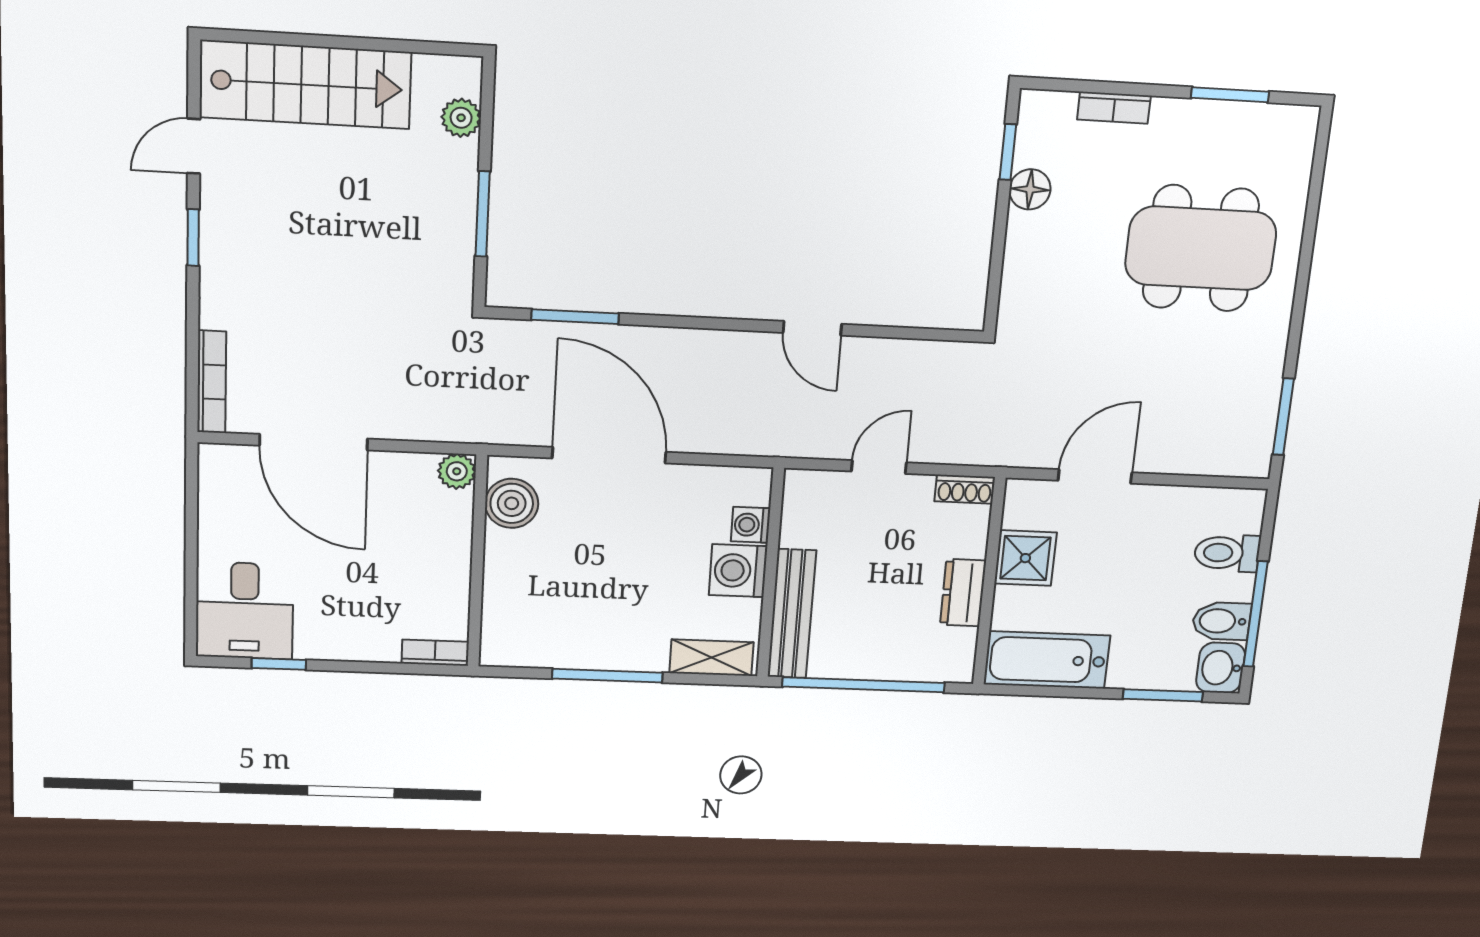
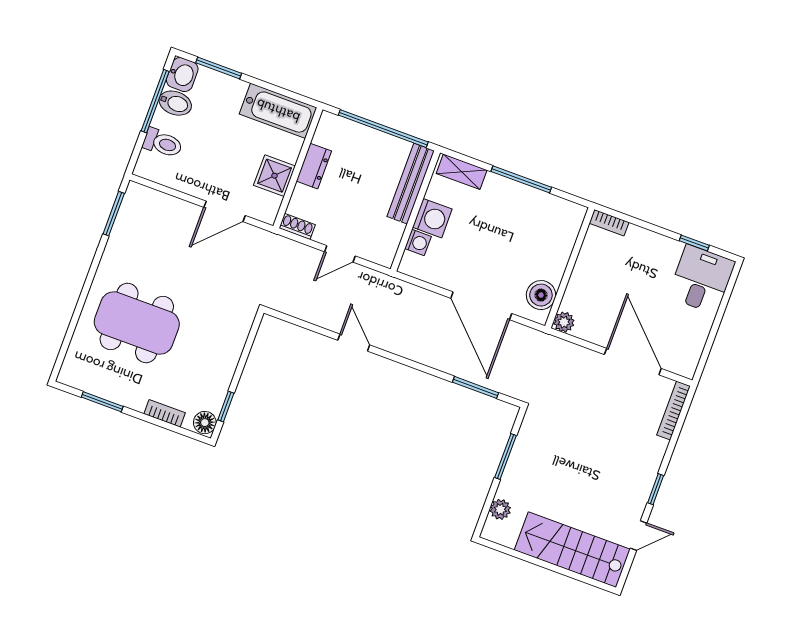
floor lamp: (1030, 189) -> (205, 423), moved

